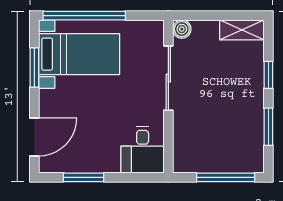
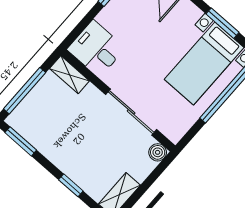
window: (268, 127) -> (21, 141), moved
shelving: (182, 153) -> (69, 75), added

